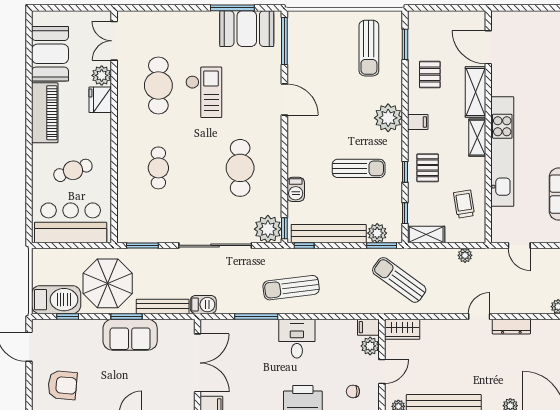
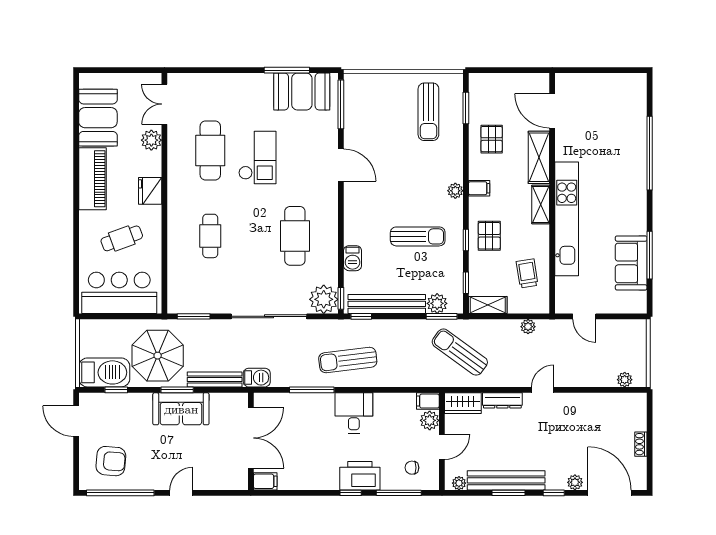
fridge: (100, 100) -> (150, 191), moved
plant: (388, 118) -> (455, 191), width x0.53, depth x0.53
dresser: (511, 327) -> (502, 400), moved

